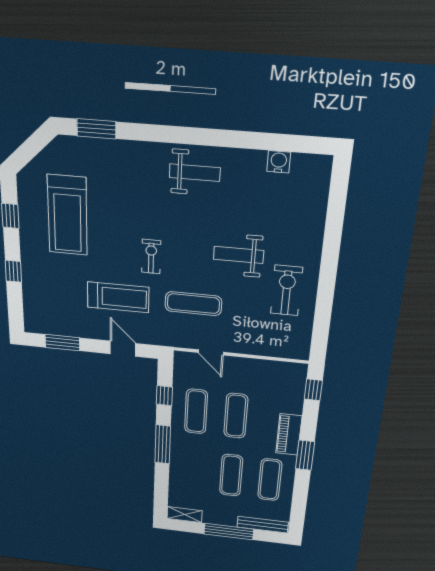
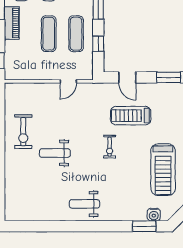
water cooler: (279, 162) -> (154, 215), moved
treadmill: (67, 215) -> (163, 170), turned 180
weight bench: (239, 255) -> (55, 153), turned 180
exercise mat: (193, 304) -> (81, 116), removed
door: (211, 352) -> (68, 81), swing flipped

